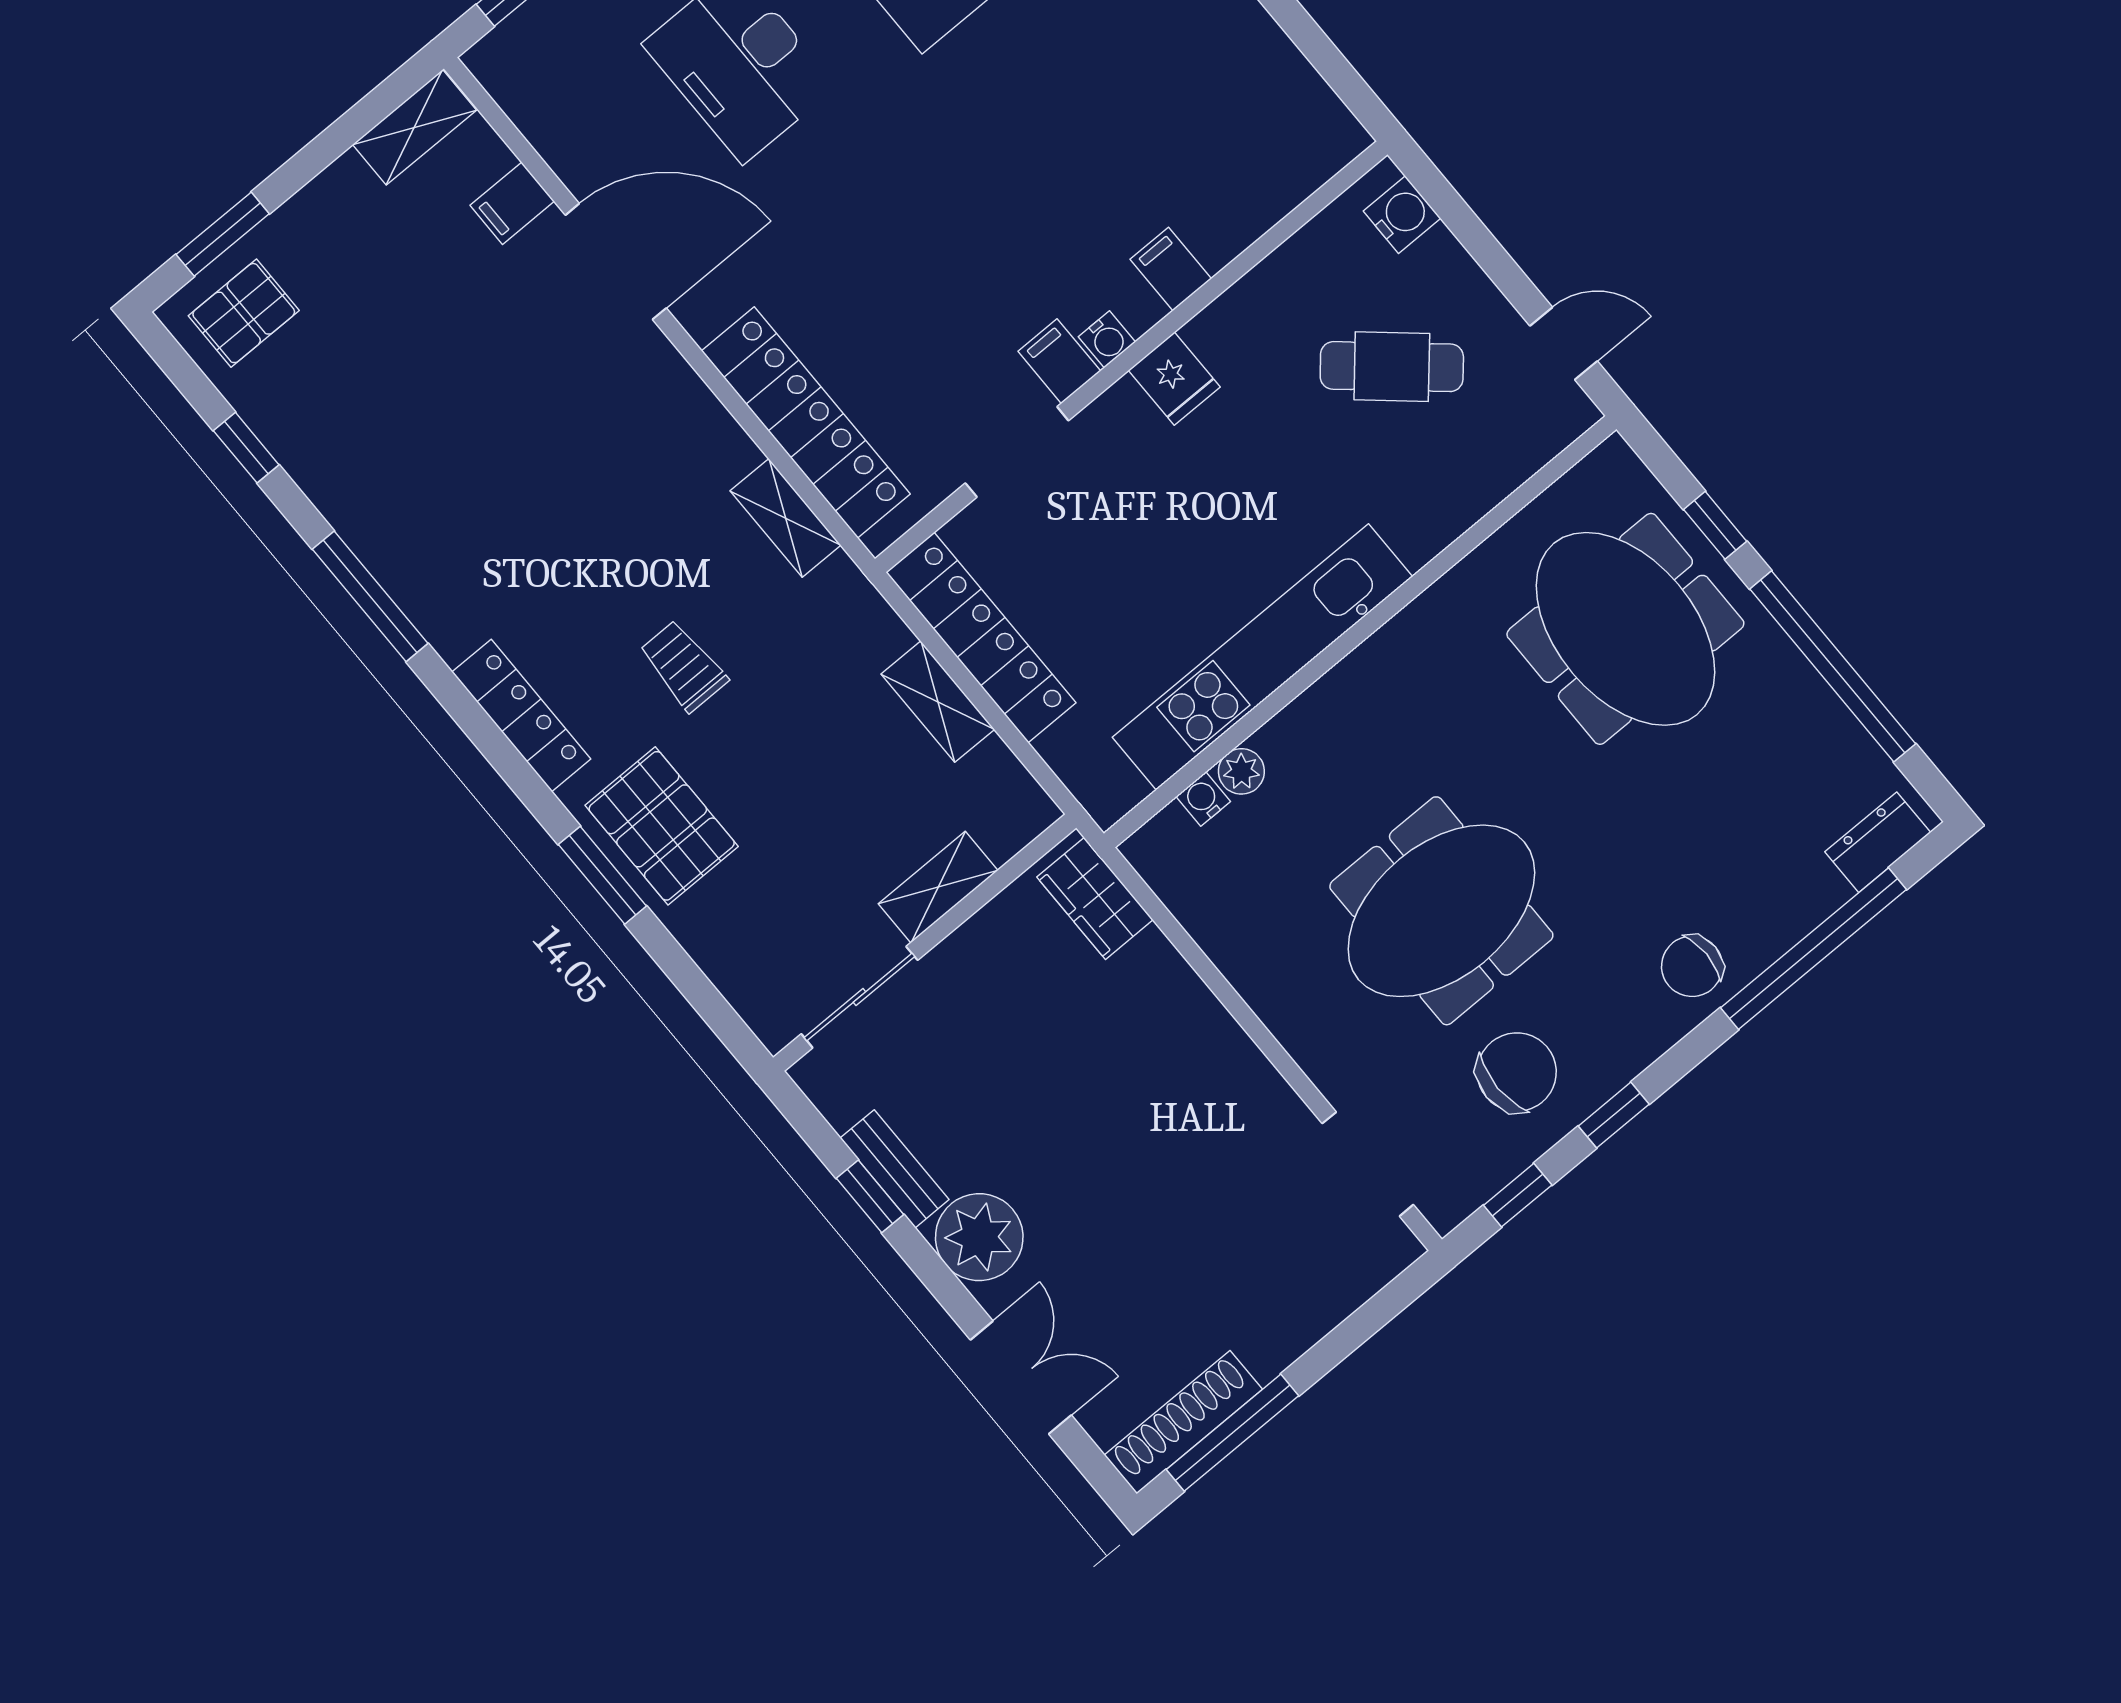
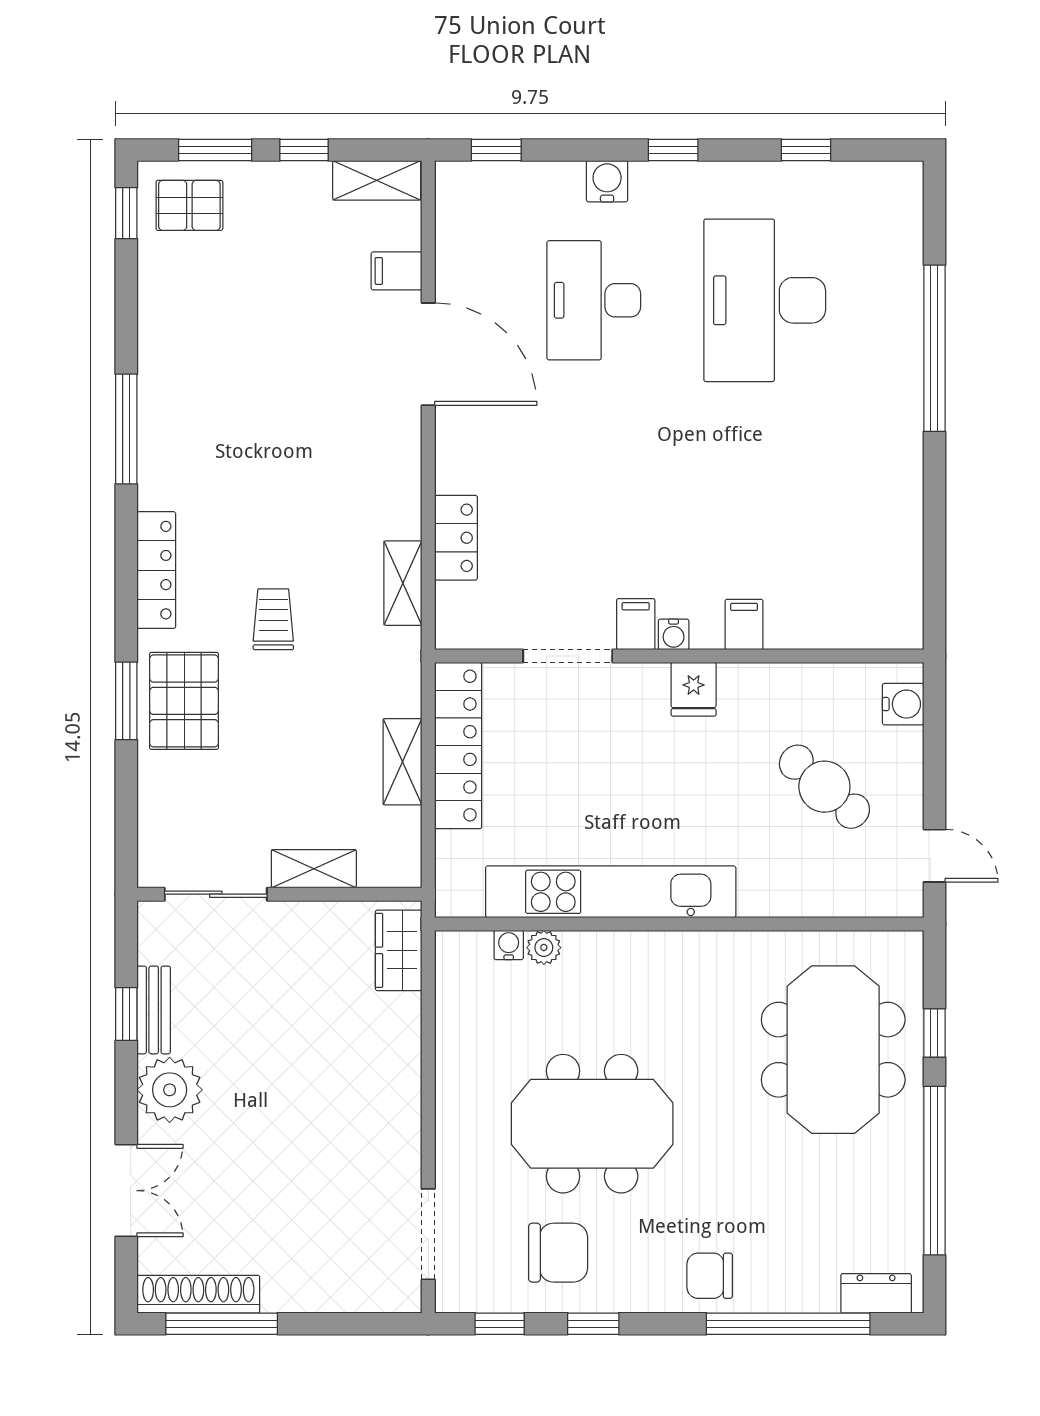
window: (314, 158) -> (304, 150), added
locker: (806, 422) -> (456, 538), width x0.46, depth x0.83
window: (246, 448) -> (126, 213), moved

